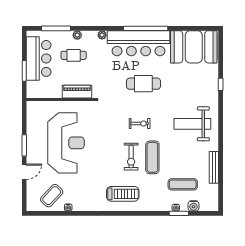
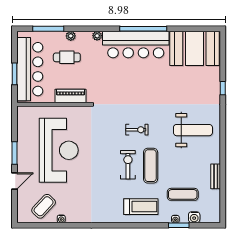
bar counter: (39, 58) -> (30, 69), width x1.36
cafe table: (143, 84) -> (141, 87), removed
weight bench: (192, 124) -> (193, 130), turned 180
exercise bike: (131, 157) -> (128, 165), turned 180
bench: (214, 167) -> (216, 176), width x0.73
treadmill: (123, 194) -> (141, 207), moved

